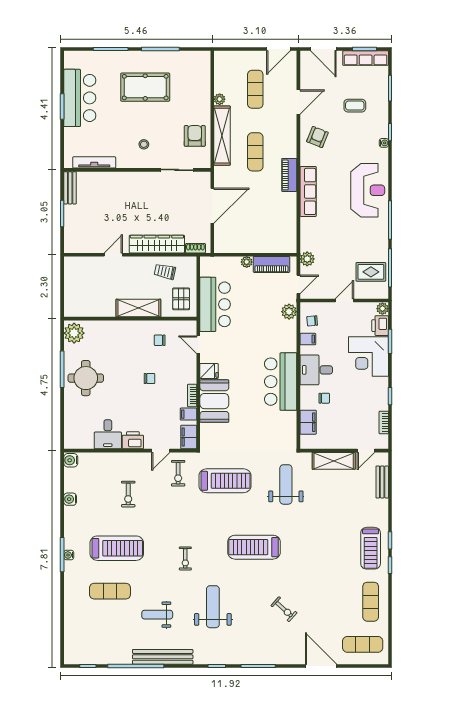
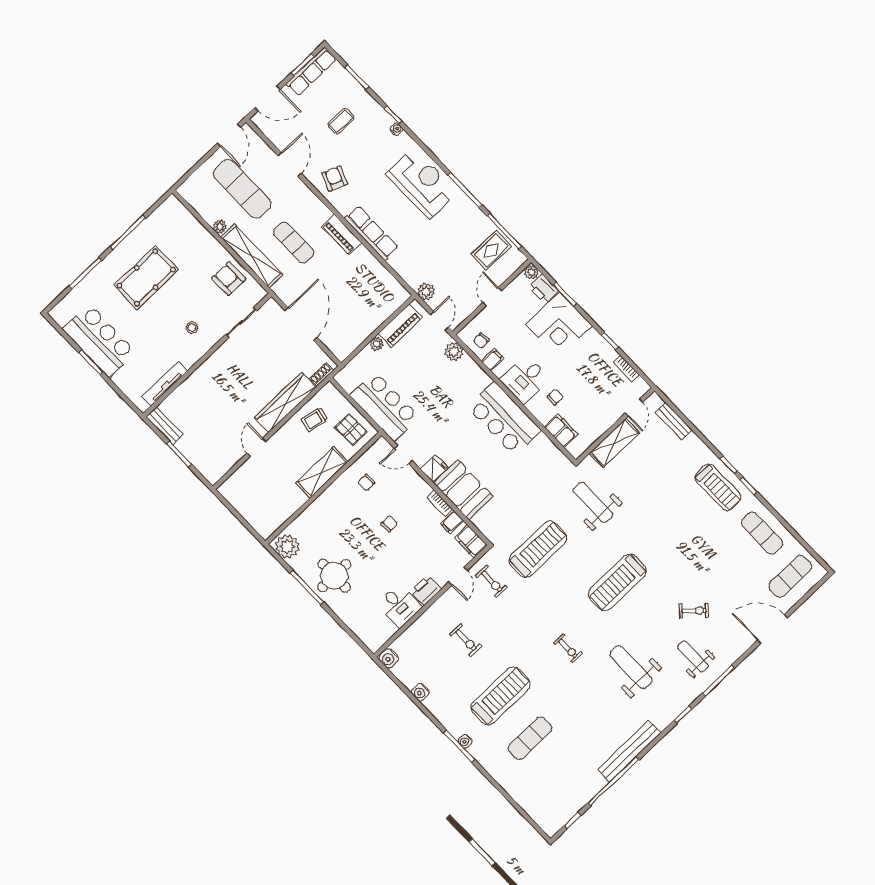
exercise mat: (255, 89) -> (242, 189), width x1.36, depth x1.45
weight bench: (157, 615) -> (693, 656), moved, turned 90

